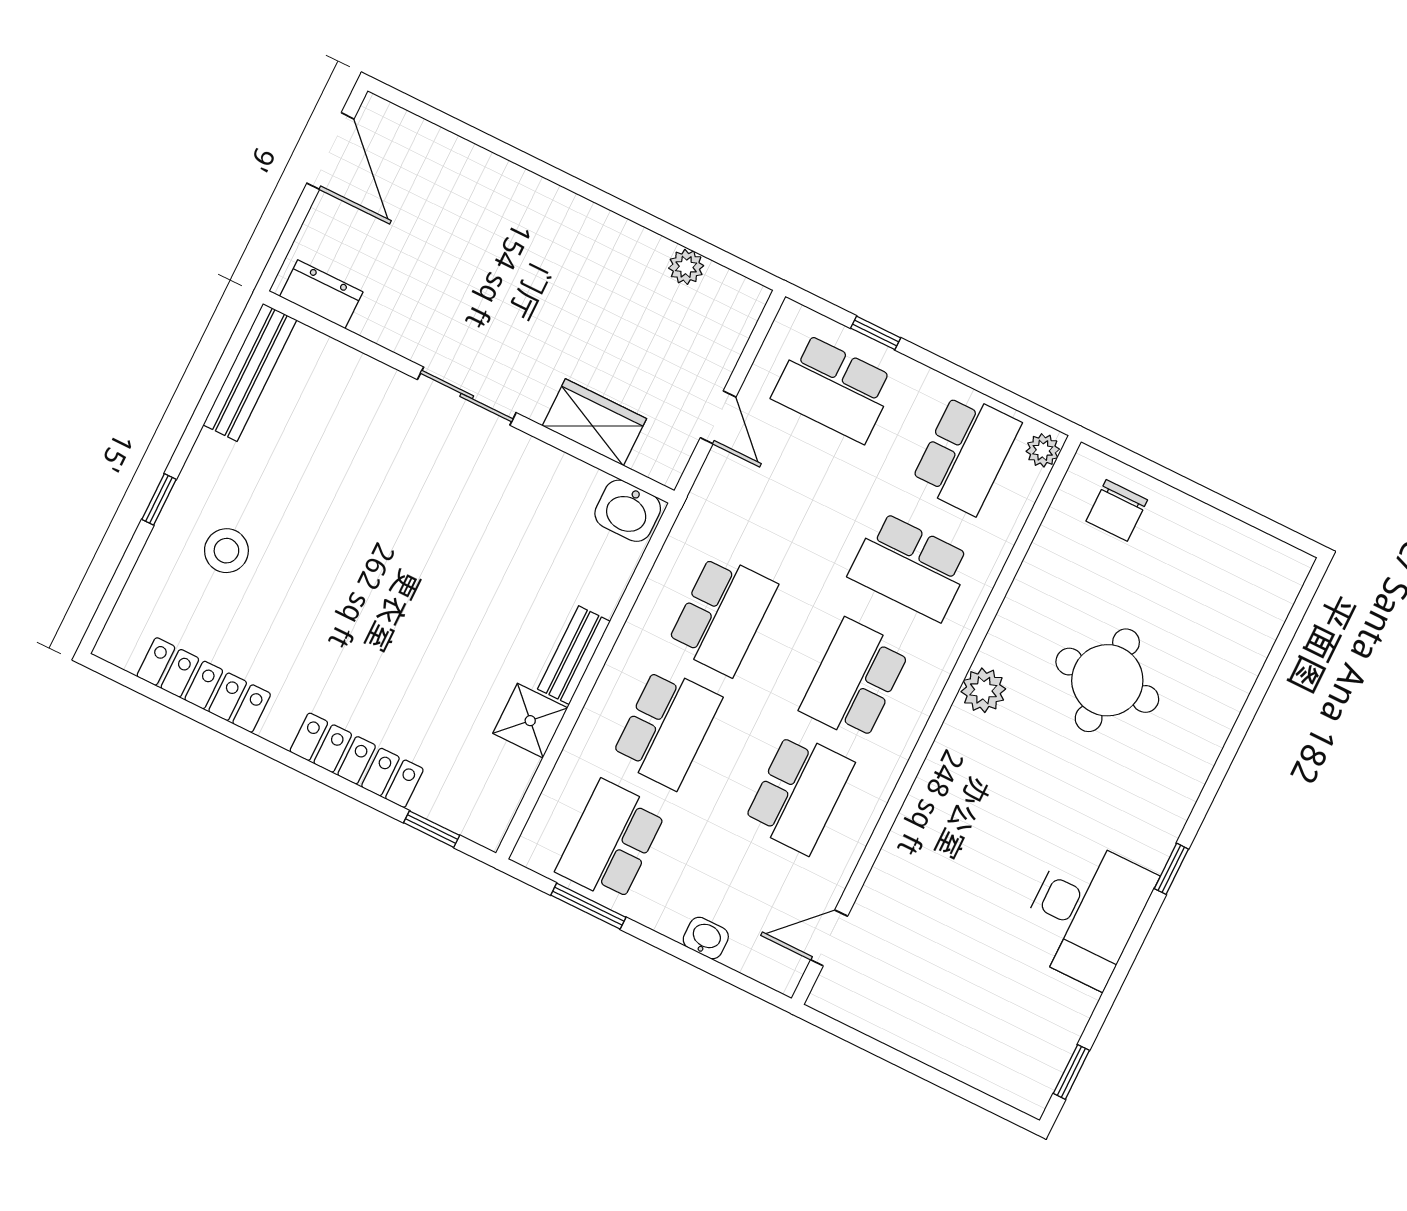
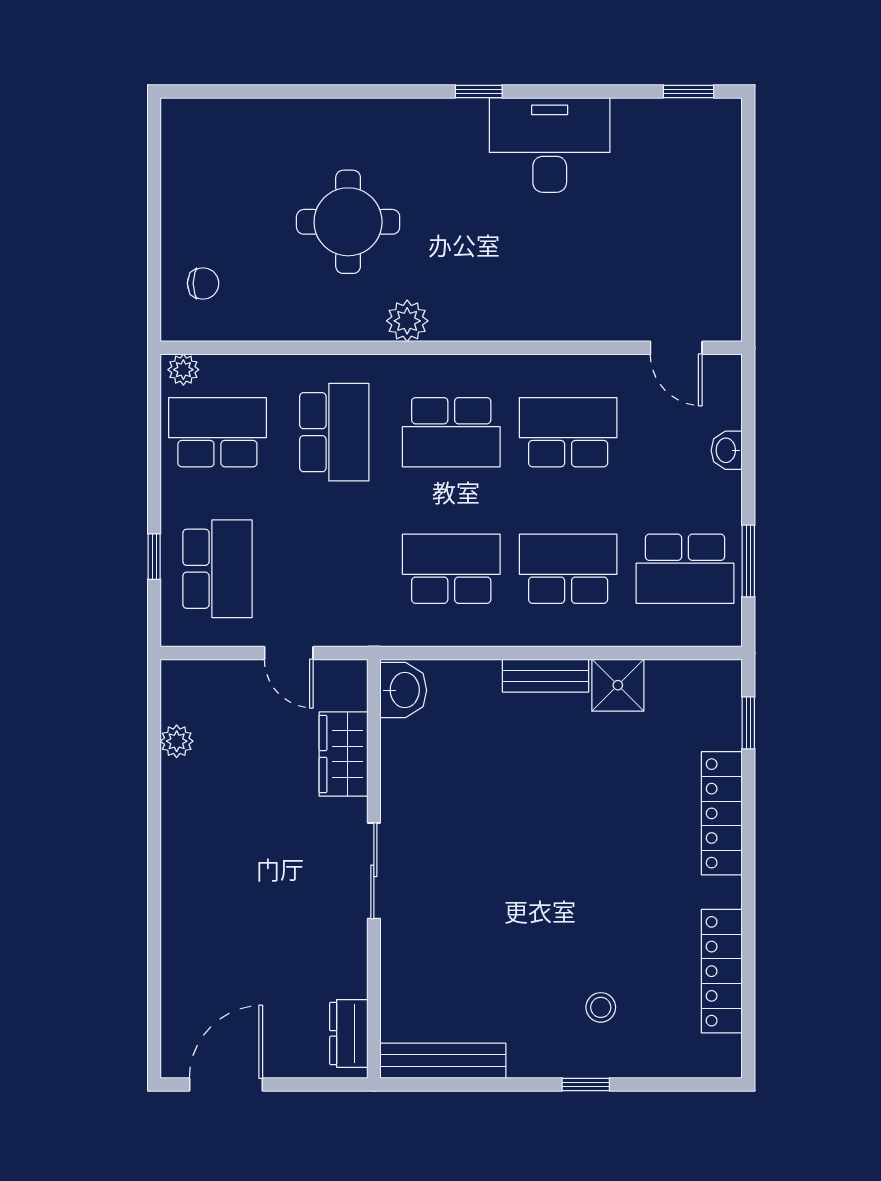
door: (718, 417) -> (289, 653), swing flipped
chair: (1117, 510) -> (203, 283), width x0.73, depth x0.73
stool: (226, 551) -> (601, 1007), width x0.73, depth x0.73

